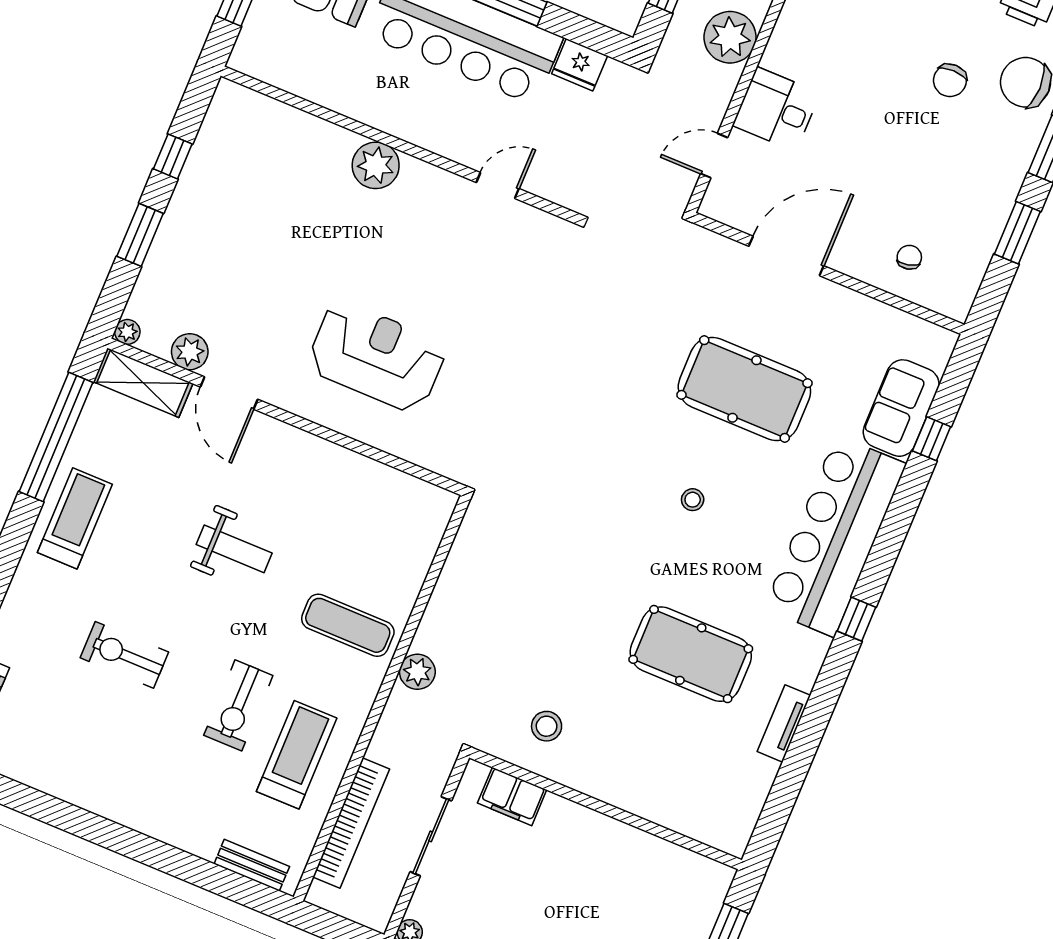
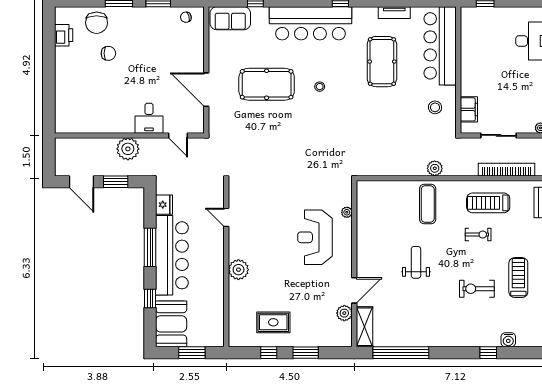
rug: (233, 193) -> (273, 322), added
chair: (909, 257) -> (186, 17), moved
plant: (127, 332) -> (347, 212), moved
pool table: (744, 389) -> (267, 84), turned 90
sofa: (901, 408) -> (230, 18), moved
treadmill: (75, 518) -> (518, 278), moved, turned 90
exercise bike: (124, 655) -> (477, 289), turned 90
exercise bike: (238, 705) -> (478, 235), width x0.73, depth x0.72
bar counter: (673, 791) -> (440, 46), added

